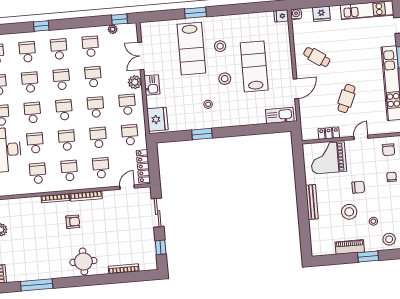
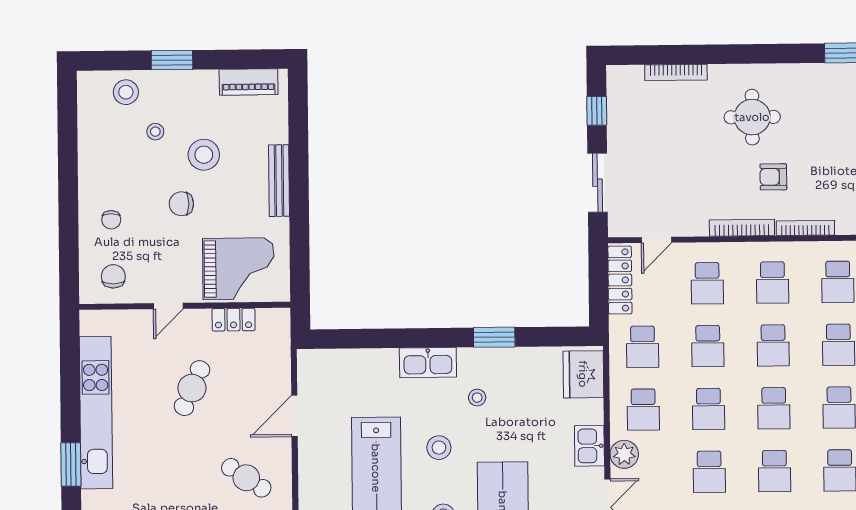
kitchen sink: (280, 115) -> (428, 363), moved
piano: (350, 247) -> (249, 82), moved
round table: (83, 261) -> (752, 117), moved

